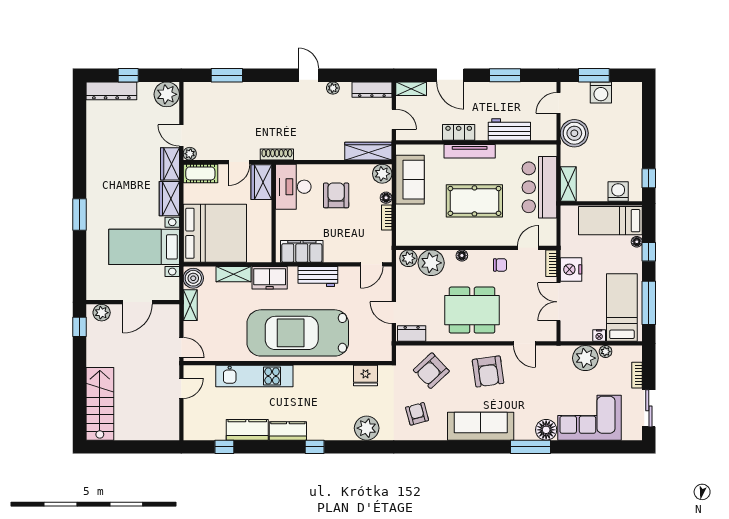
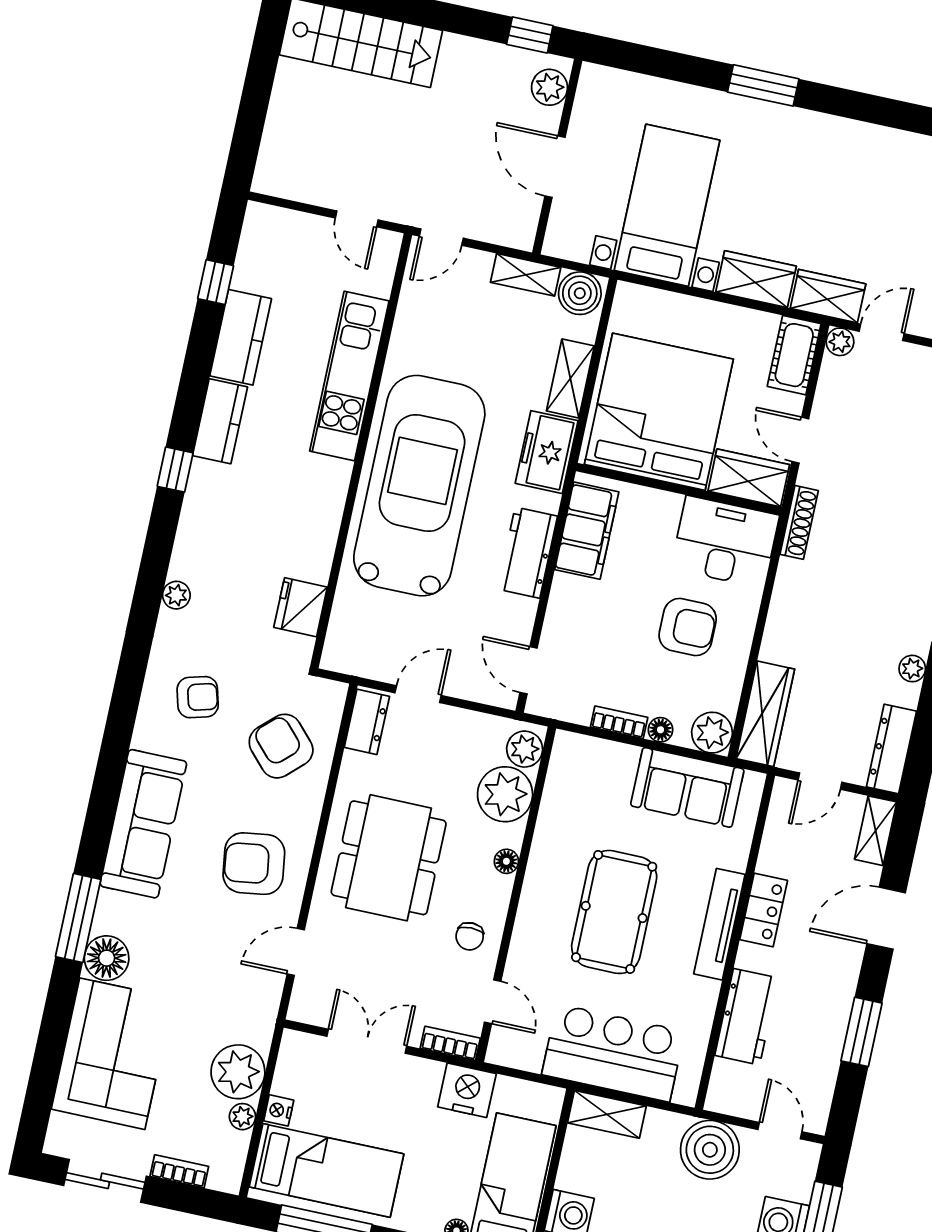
bed: (215, 233) -> (659, 412), moved, turned 180
nightstand: (571, 269) -> (467, 1090), moved
plant: (367, 428) -> (176, 595), width x0.53, depth x0.53

